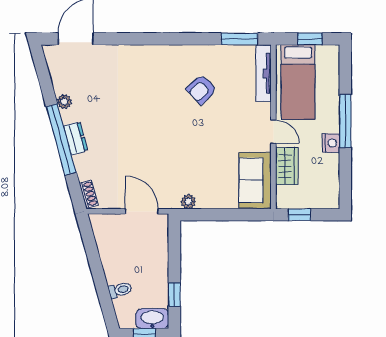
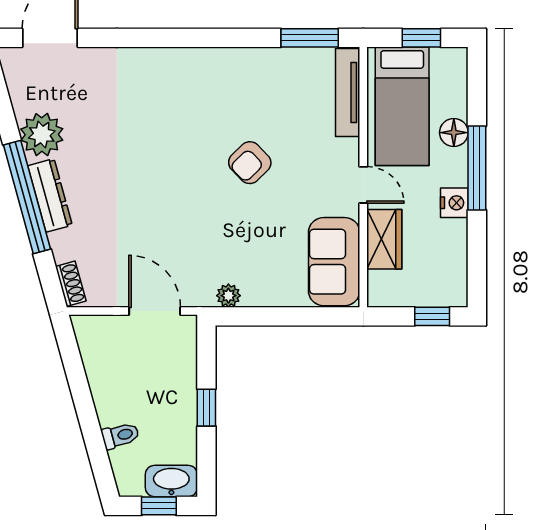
armchair: (201, 89) -> (250, 163), moved
floor lamp: (331, 99) -> (454, 133), added
plant: (64, 102) -> (42, 135), width x1.87, depth x1.87
dresser: (76, 138) -> (50, 195), width x1.44
window: (300, 215) -> (432, 316), moved
window: (174, 295) -> (206, 408), moved

